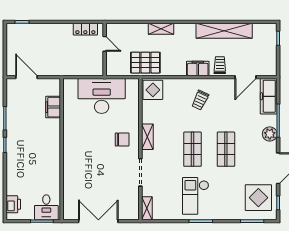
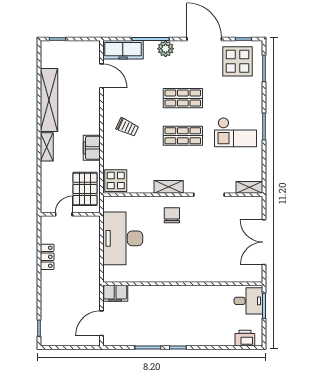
shelving: (161, 29) -> (47, 147), moved
door: (105, 44) -> (64, 214), moved
wall: (105, 50) -> (70, 214), moved
trolley: (220, 65) -> (88, 105), removed
filing cabinet: (198, 69) -> (92, 148), moved
filing cabinet: (53, 107) -> (115, 293), moved

